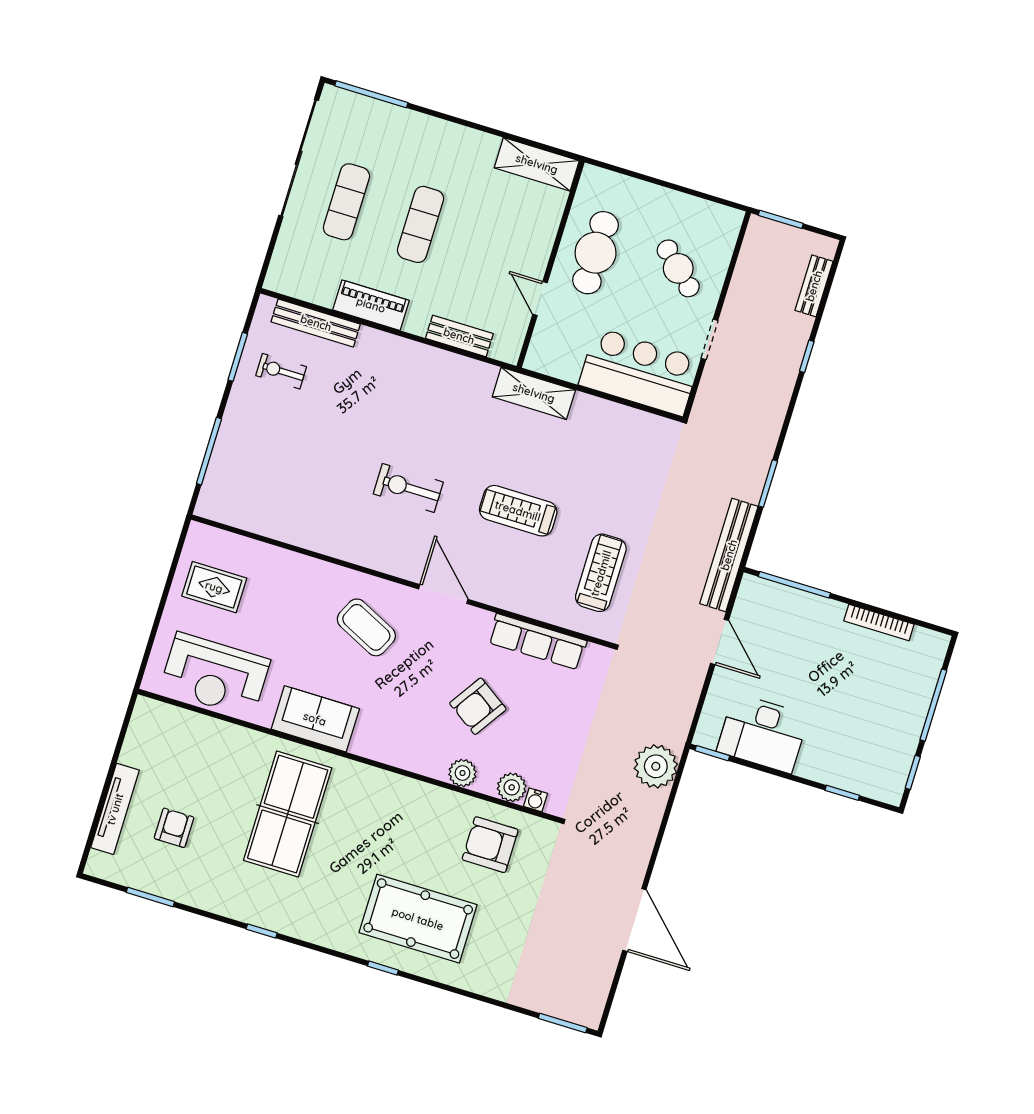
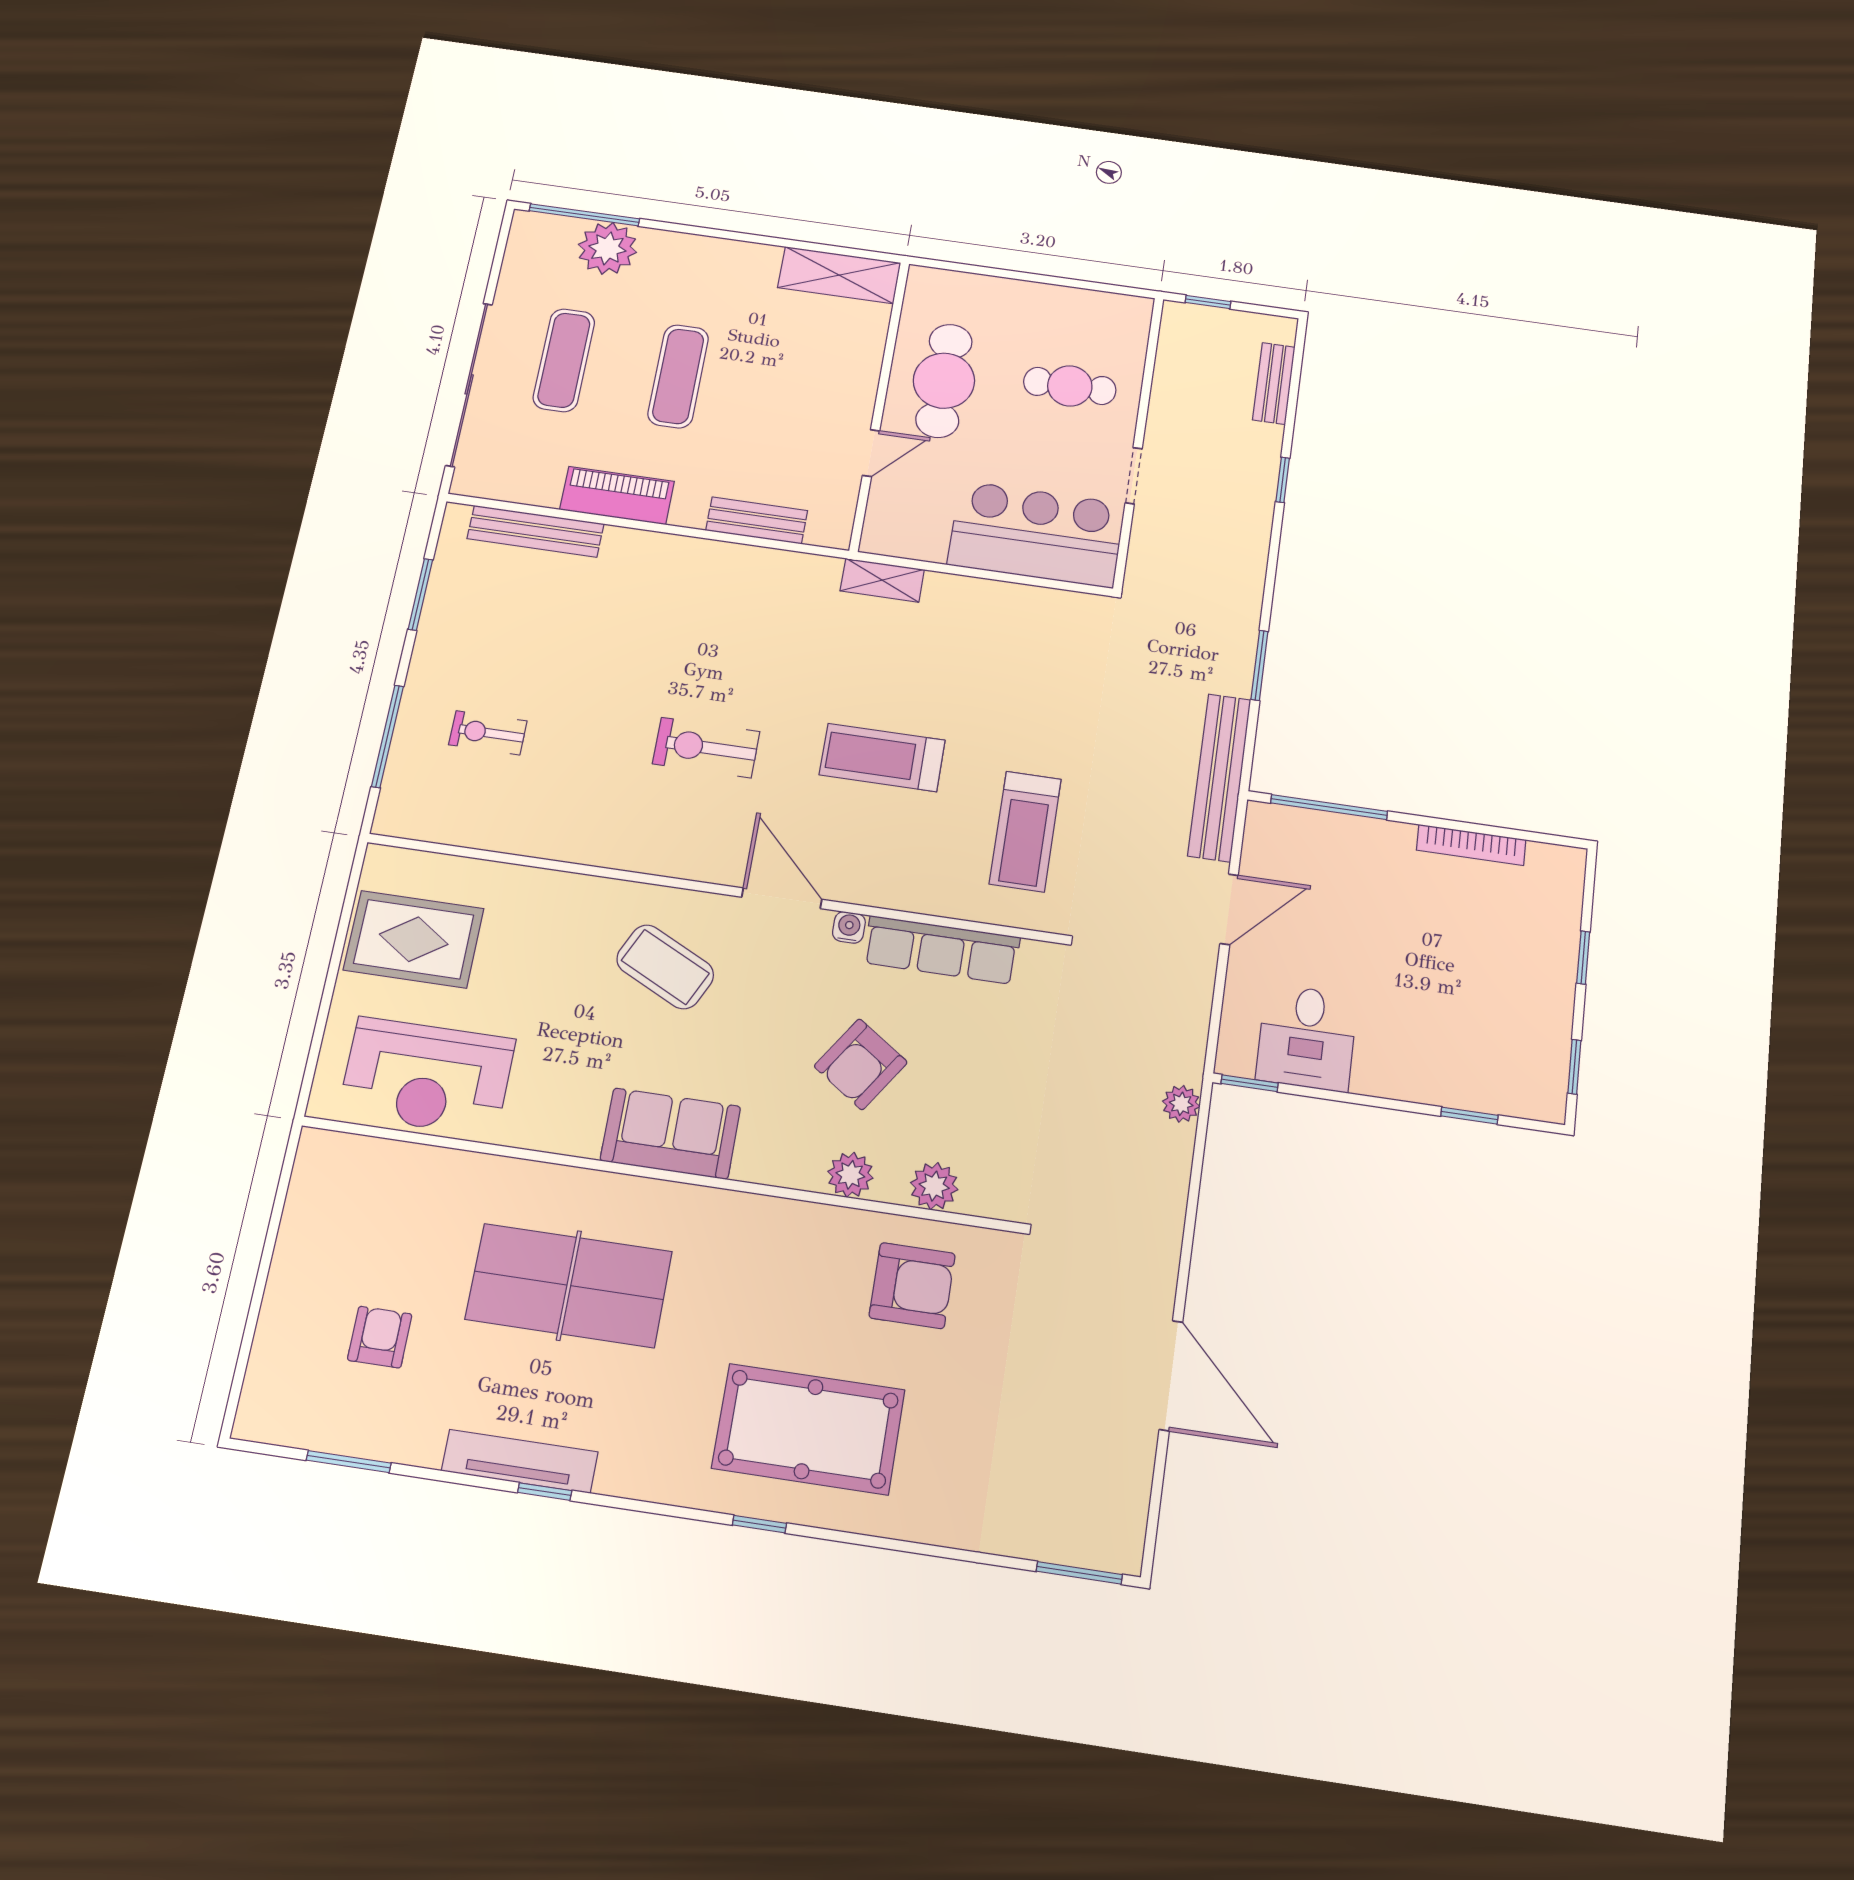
plant: (384, 122) -> (607, 248), added
sliding door: (299, 158) -> (469, 384), moved
window: (781, 219) -> (1208, 302), width x0.67
cafe table: (678, 268) -> (1070, 386), turned -43
door: (540, 298) -> (871, 453), swing flipped
exercise bike: (281, 371) -> (488, 733), moved
shelving: (534, 393) -> (882, 580), width x0.67, depth x0.75
treadmill: (601, 573) -> (1025, 831), turned 180
rug: (214, 587) -> (414, 939), width x1.36, depth x1.43
door: (719, 642) -> (1229, 909), hinge flipped
window: (933, 705) -> (1583, 957), width x0.46
sofa: (315, 719) -> (670, 1134), moved
desk: (763, 733) -> (1307, 1038), width x0.73
plant: (656, 766) -> (1181, 1104), width x0.53, depth x0.53
water cooler: (536, 800) -> (849, 927), moved, turned 180
tv unit: (115, 809) -> (520, 1461), moved, turned -90
table tennis table: (288, 814) -> (569, 1285), turned 90
armchair: (490, 845) -> (912, 1286), turned 180

